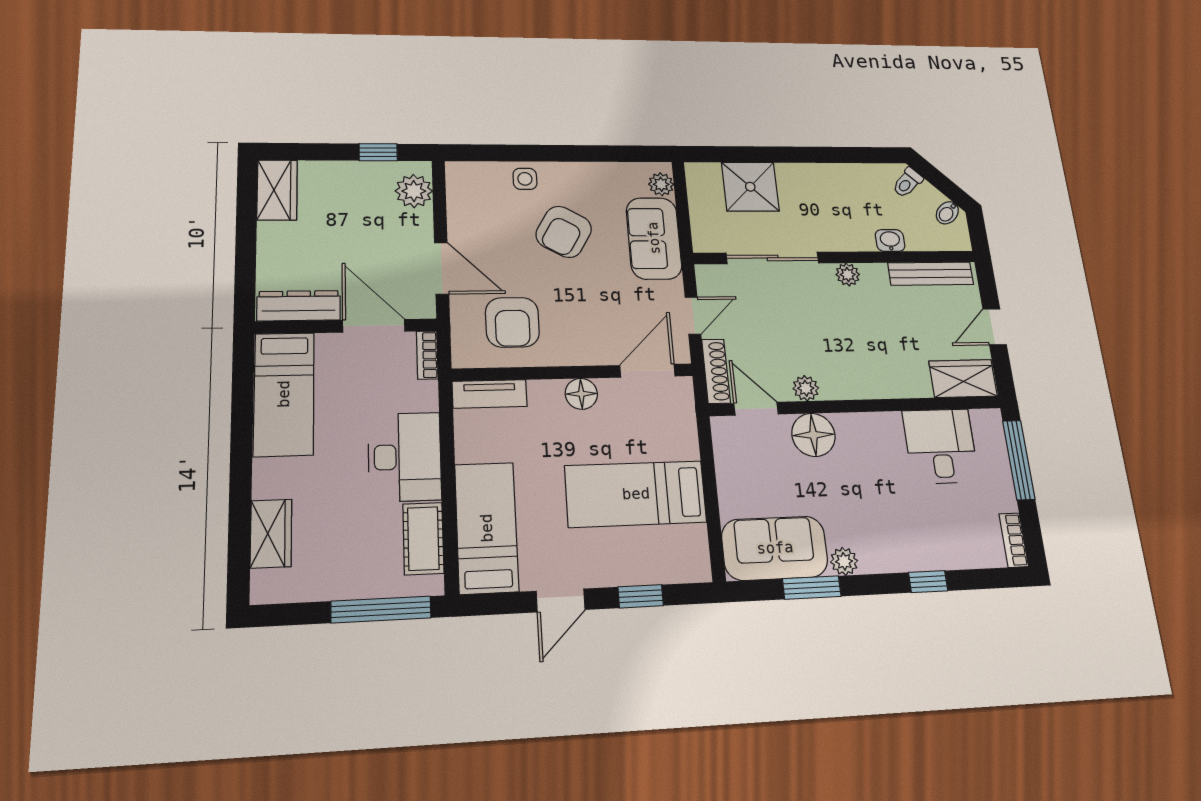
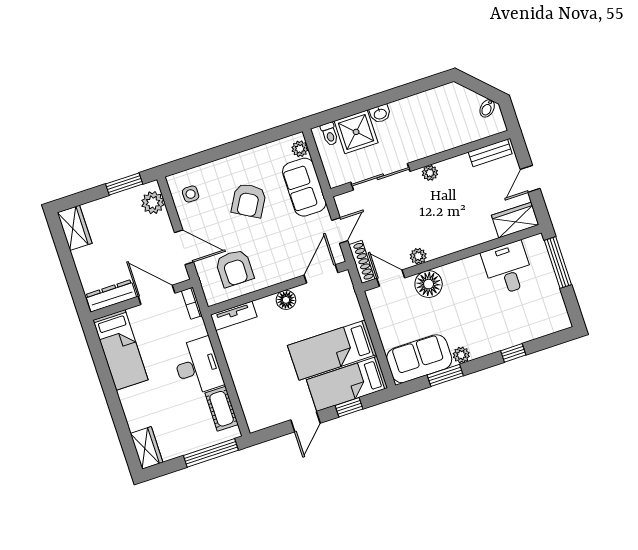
window: (378, 152) -> (124, 184), width x1.50
side table: (525, 179) -> (191, 194), moved
toilet: (907, 183) -> (330, 134), moved, turned -45
washbasin: (890, 240) -> (380, 114), moved, turned 180
bench: (931, 274) -> (490, 153), width x0.73
bed: (487, 528) -> (347, 384), moved, turned -90
wardrobe: (271, 533) -> (147, 448), moved
bookcase: (1014, 540) -> (561, 313), removed

